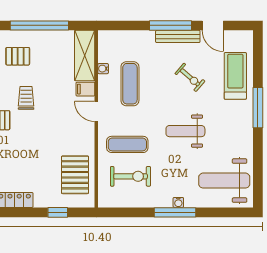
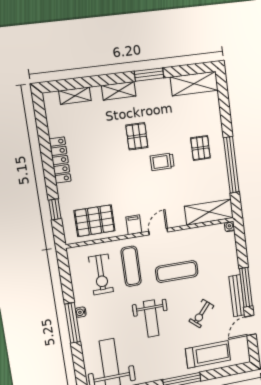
water cooler: (103, 69) -> (230, 226), moved
exercise mat: (130, 84) -> (177, 271), moved
filing cabinet: (85, 89) -> (134, 225), moved
trolley: (26, 98) -> (162, 162), turned 180
weight bench: (185, 131) -> (151, 318), turned 180
water cooler: (178, 202) -> (81, 312), moved

